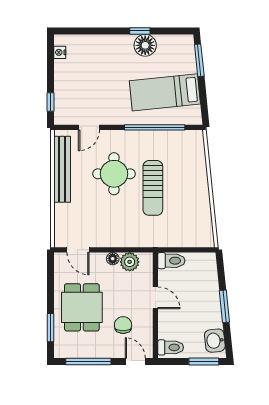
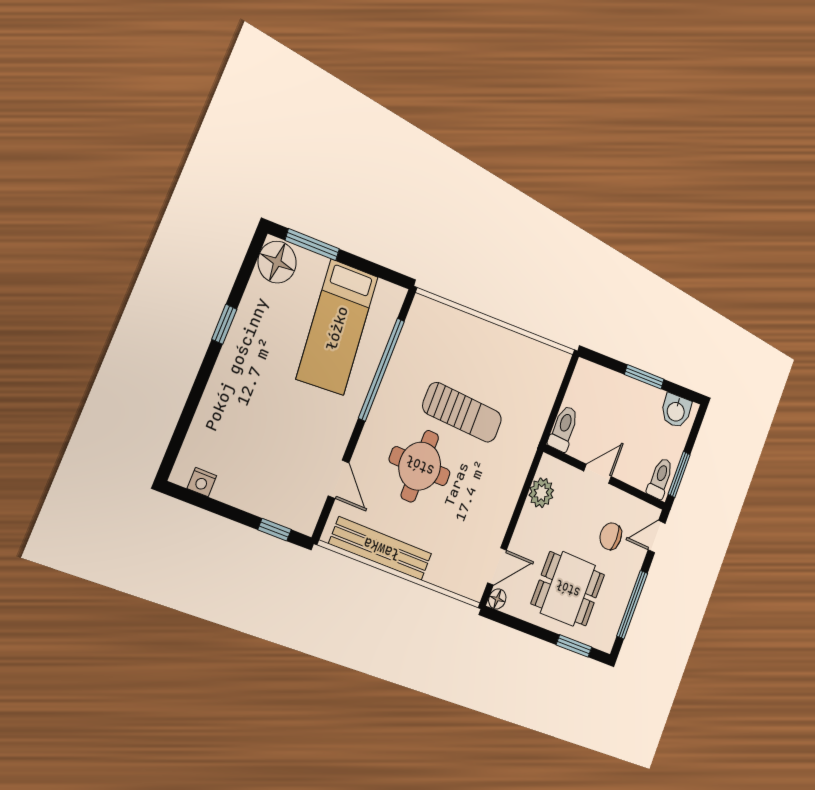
floor lamp: (145, 45) -> (277, 262), moved
floor lamp: (113, 259) -> (497, 599), moved
window: (204, 362) -> (679, 474), moved

